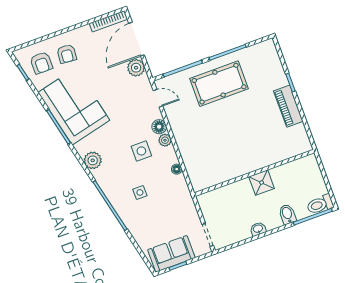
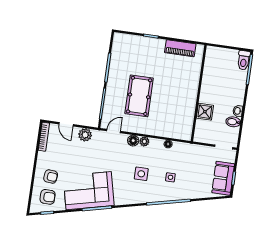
door: (137, 39) -> (66, 124), width x0.53
pool table: (219, 84) -> (139, 96), moved
piano: (288, 106) -> (180, 48), moved
side table: (141, 151) -> (141, 174), moved
plant: (93, 160) -> (132, 198), removed
shower: (262, 183) -> (205, 112), moved
bidet: (287, 214) -> (233, 122), moved

